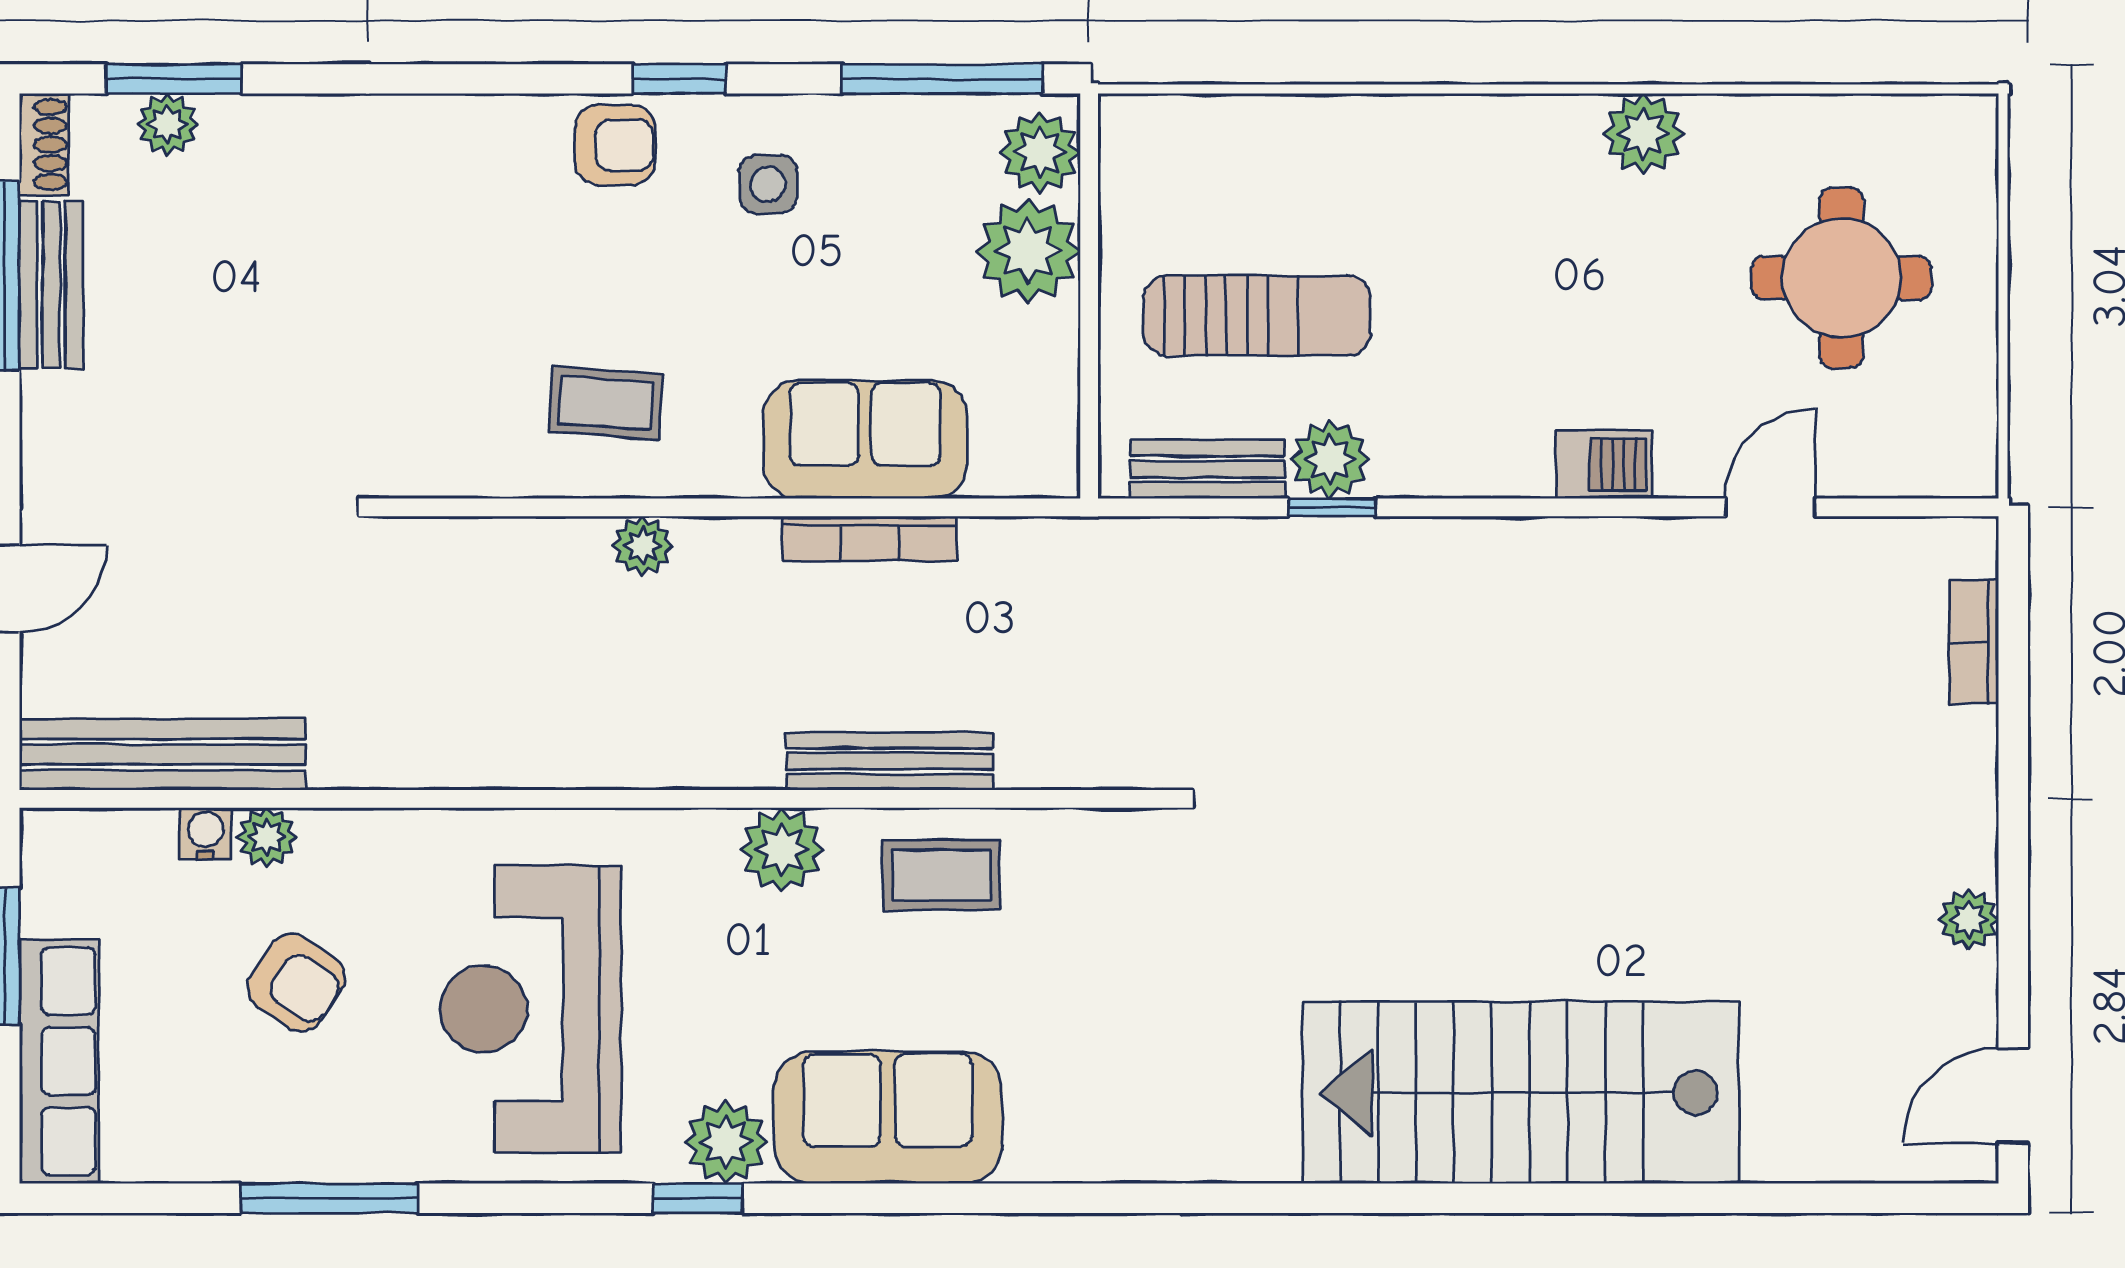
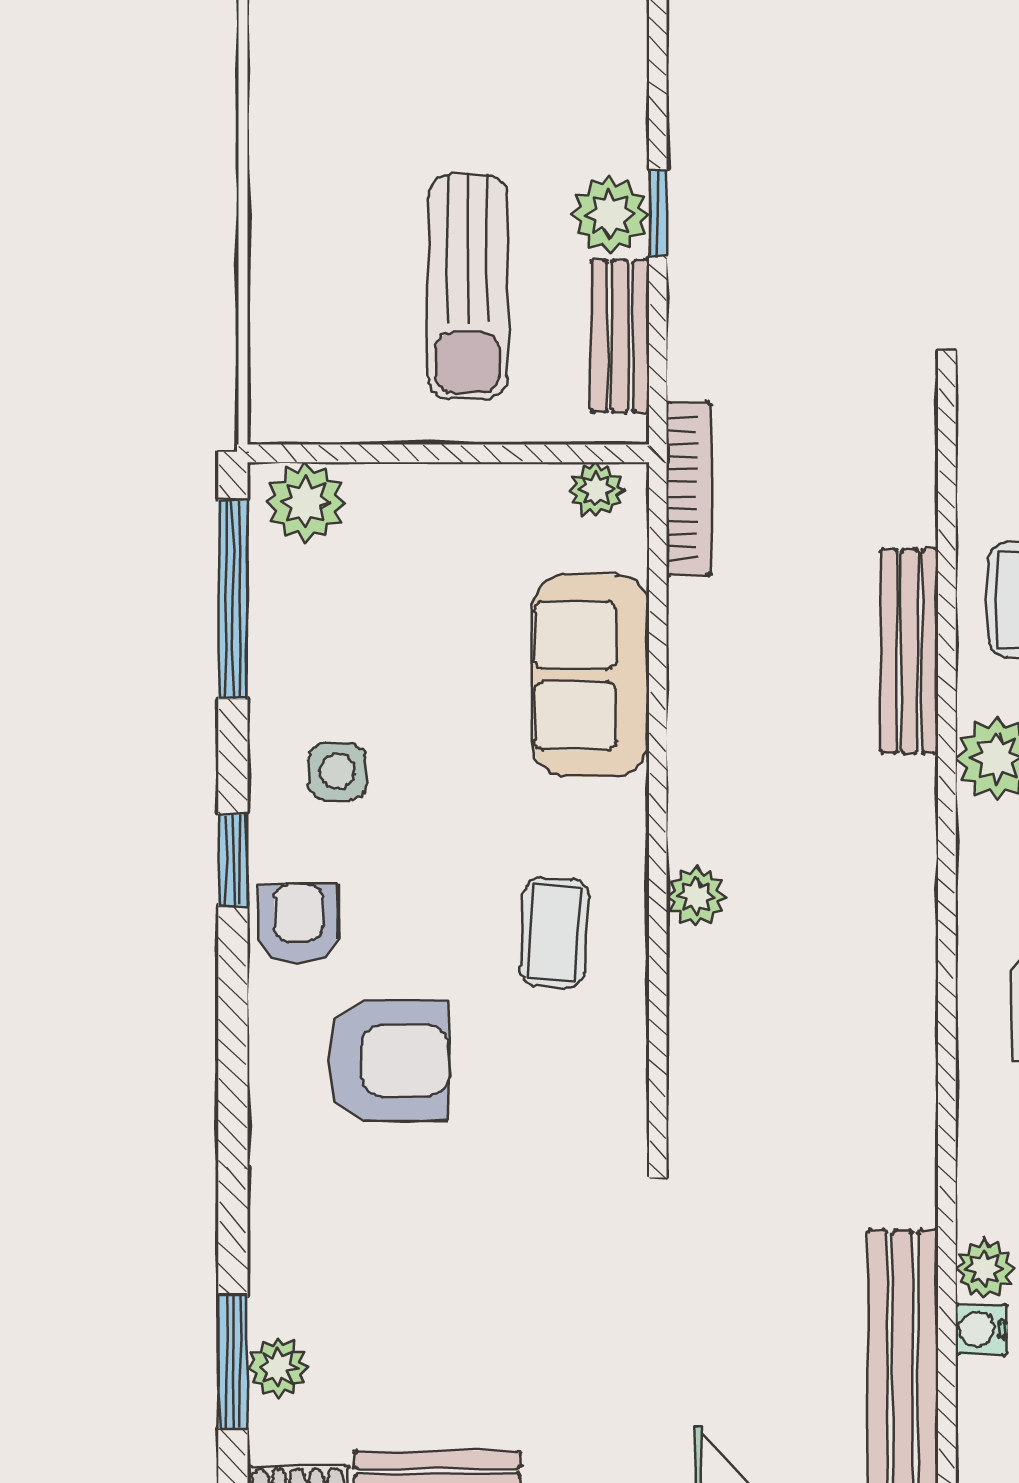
armchair: (477, 235) -> (388, 1061), added
plant: (1028, 251) -> (596, 490), moved, width x0.53, depth x0.53
sun lounger: (1257, 316) -> (468, 287), turned 180
bookcase: (870, 539) -> (689, 488), moved

